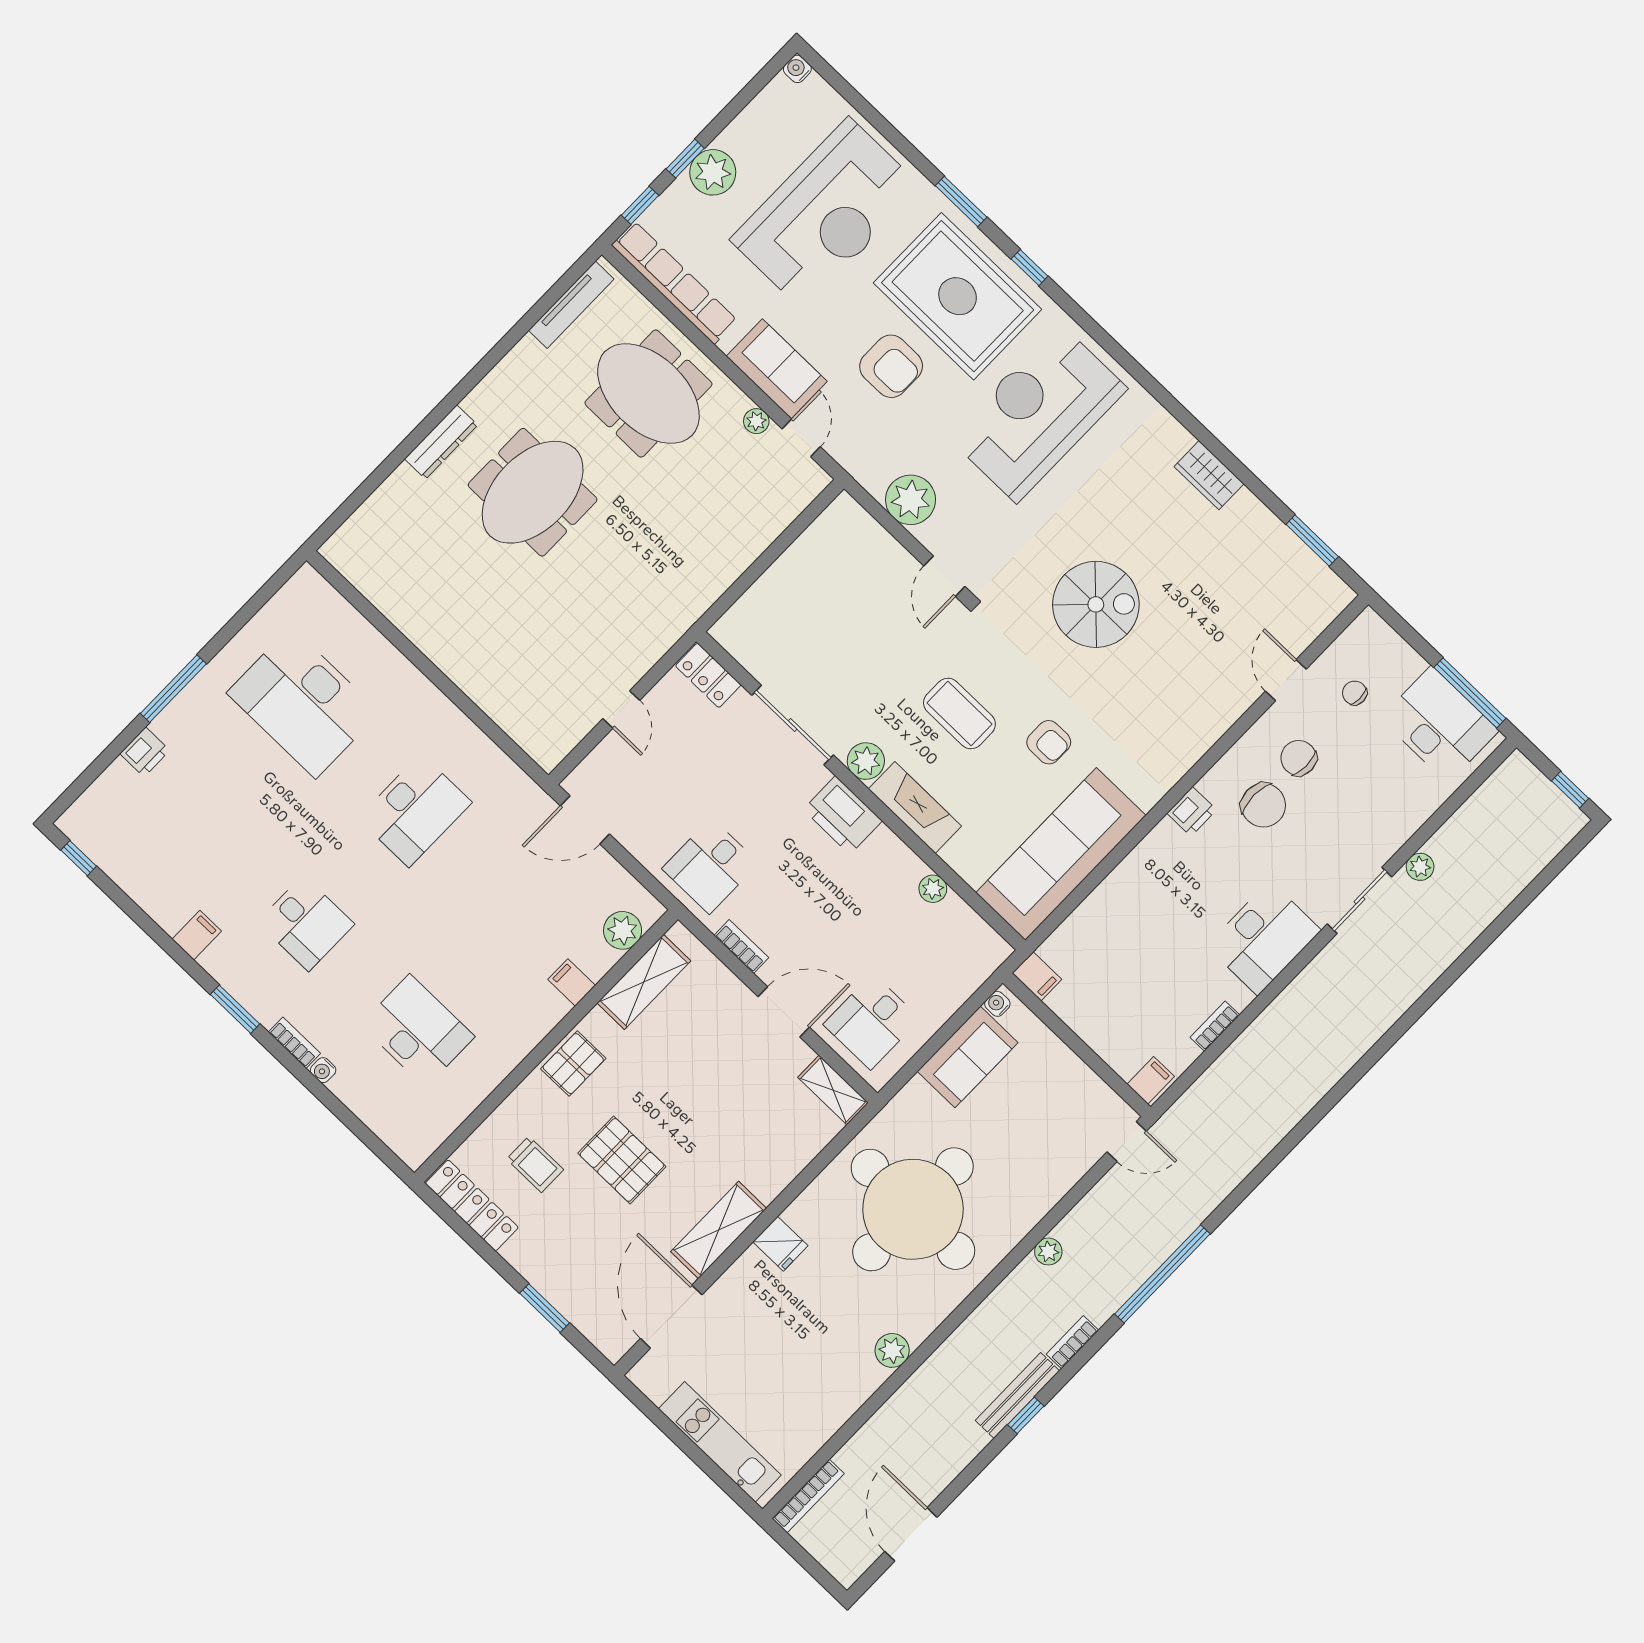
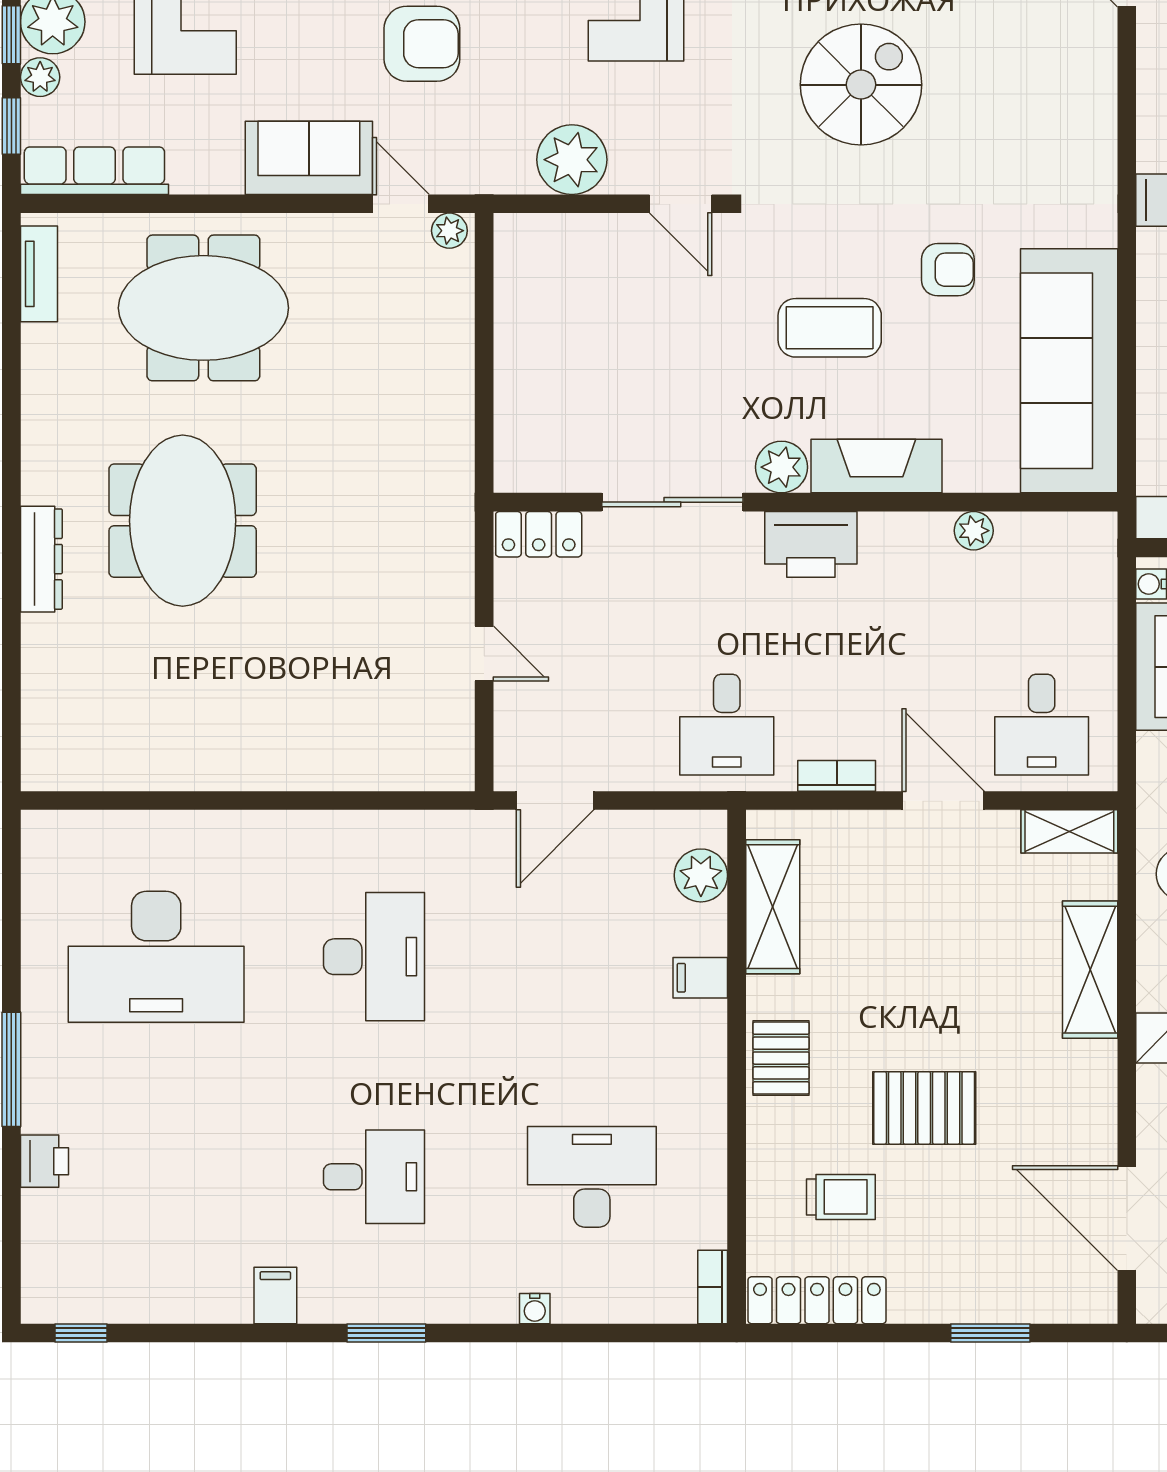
plant: (679, 194) -> (40, 77), added
row of seats: (674, 283) -> (94, 171), width x0.73
tv unit: (571, 305) -> (39, 274), width x0.71
plant: (756, 421) -> (449, 231), moved
door: (784, 1012) -> (943, 801), hinge flipped
bookcase: (294, 1043) -> (713, 1287), moved, turned -90
shelving: (719, 1230) -> (1090, 970), moved

